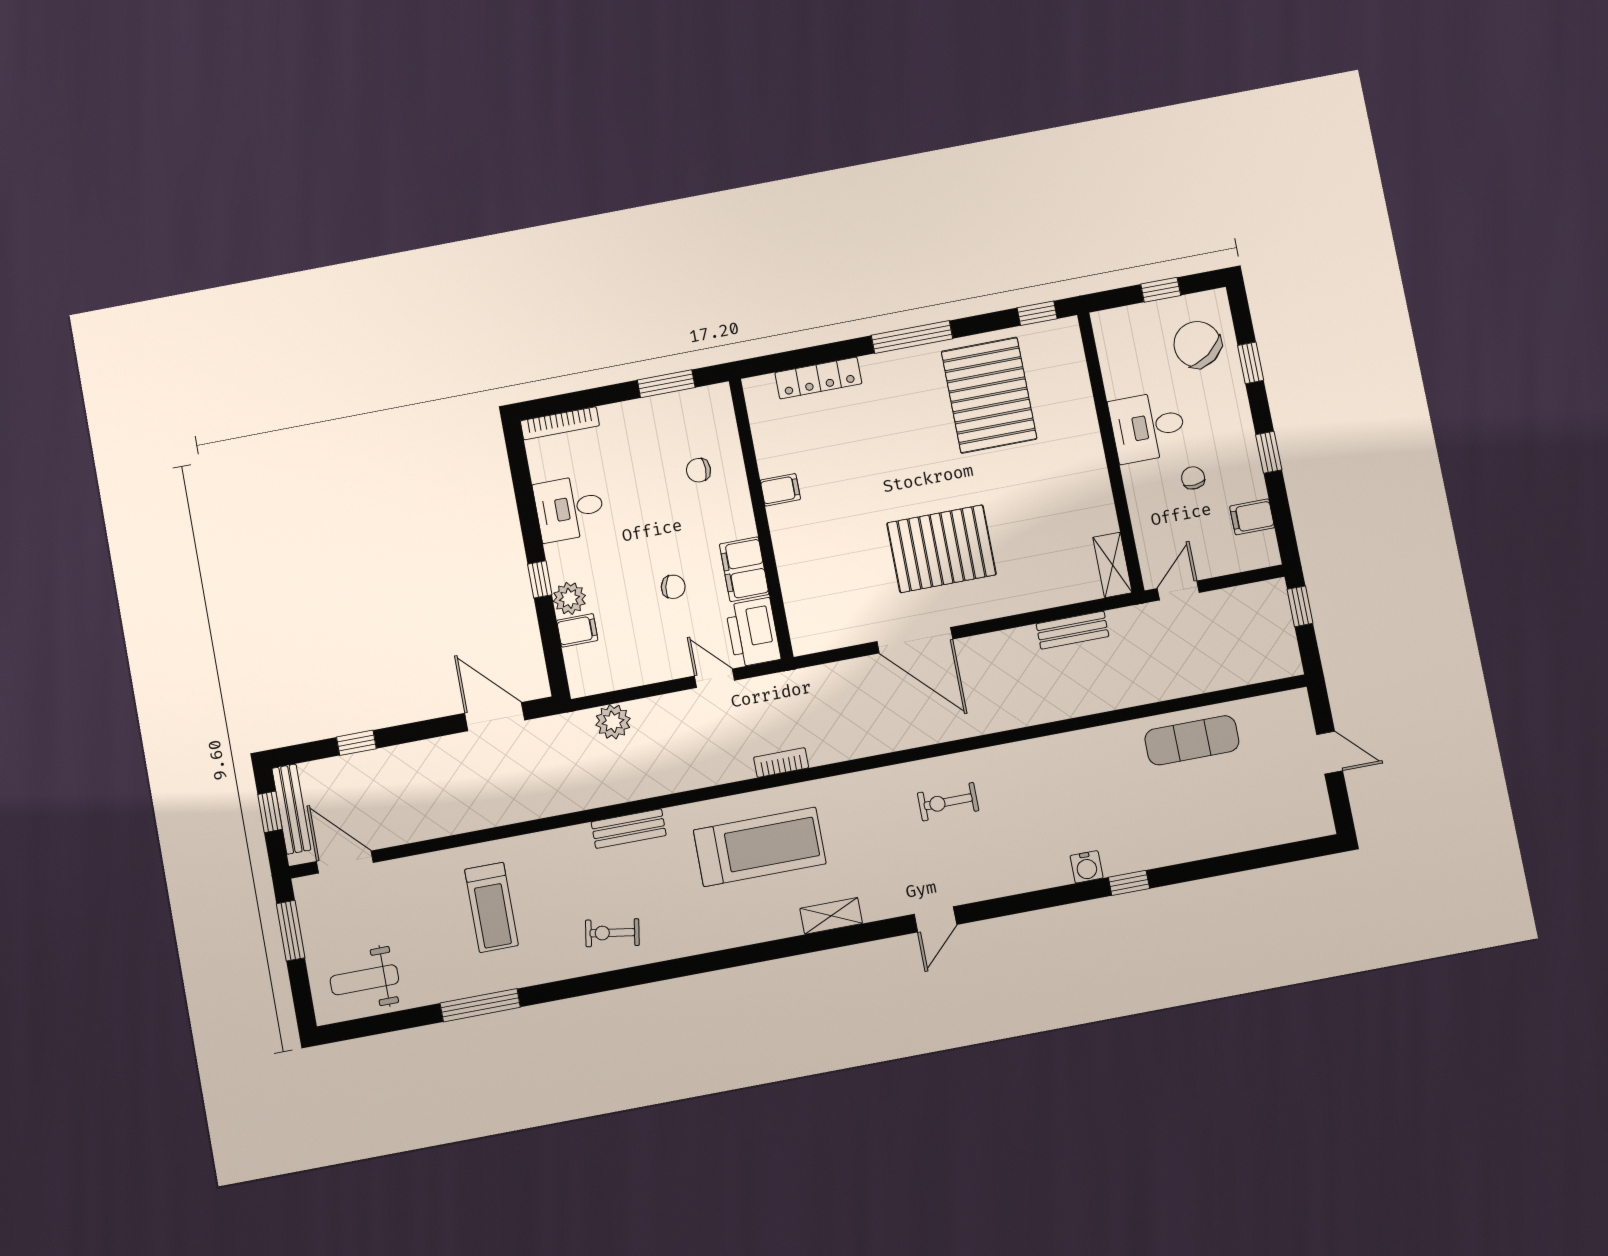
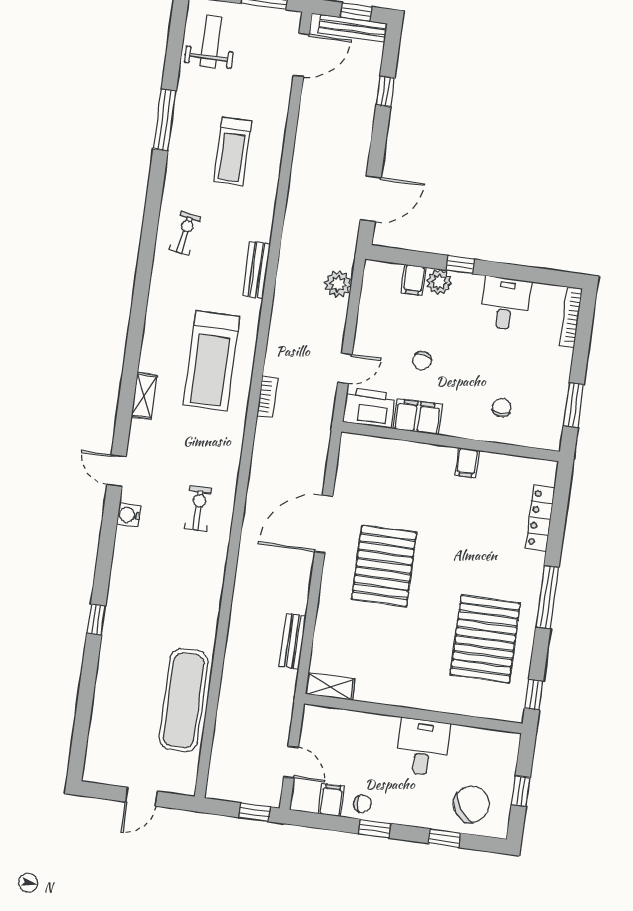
pallet: (989, 395) -> (485, 639), turned 90
chair: (1193, 478) -> (362, 804), moved
door: (1178, 590) -> (291, 762), moved
exercise mat: (1192, 740) -> (184, 700), width x1.36, depth x1.45
water cooler: (1087, 867) -> (129, 515), moved
treadmill: (491, 907) -> (233, 151), turned -90

